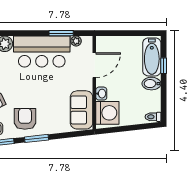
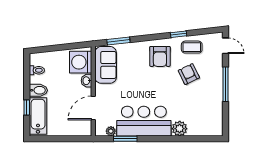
toilet: (153, 117) -> (37, 70), moved
window: (37, 138) -> (118, 41), moved

